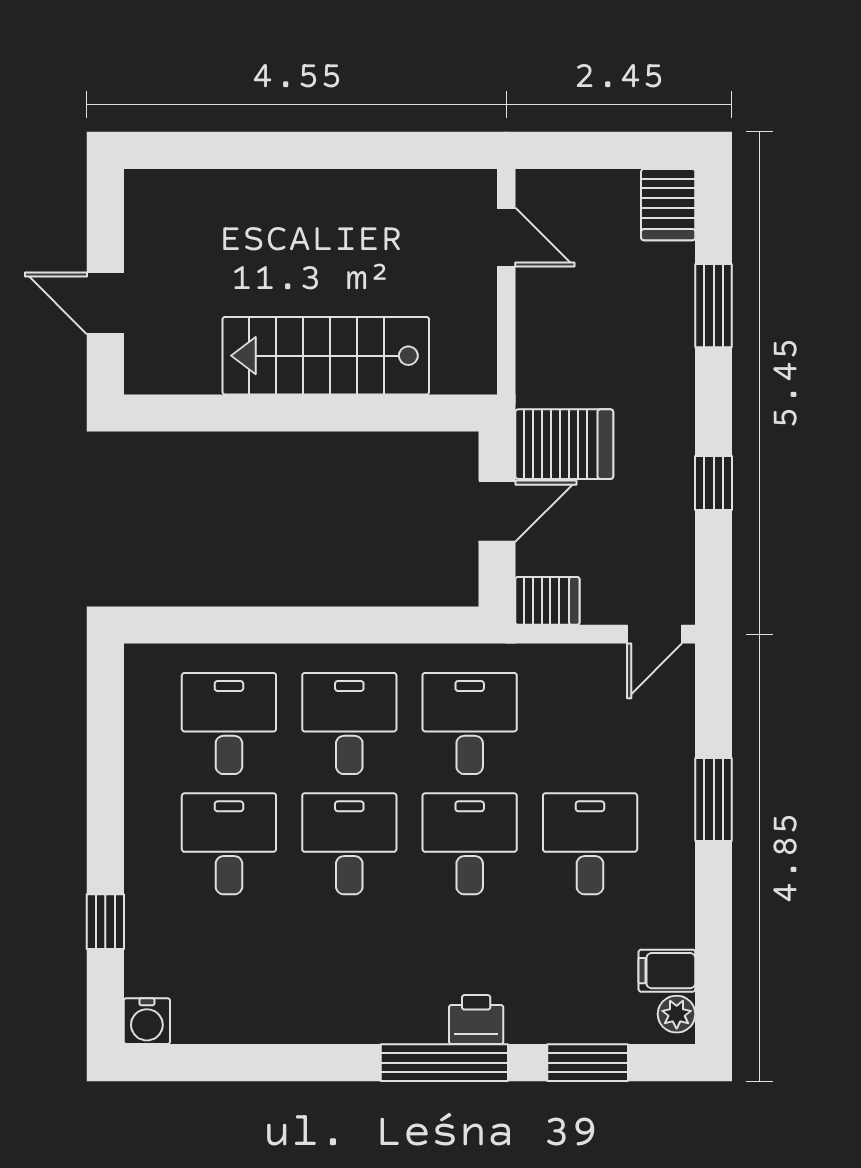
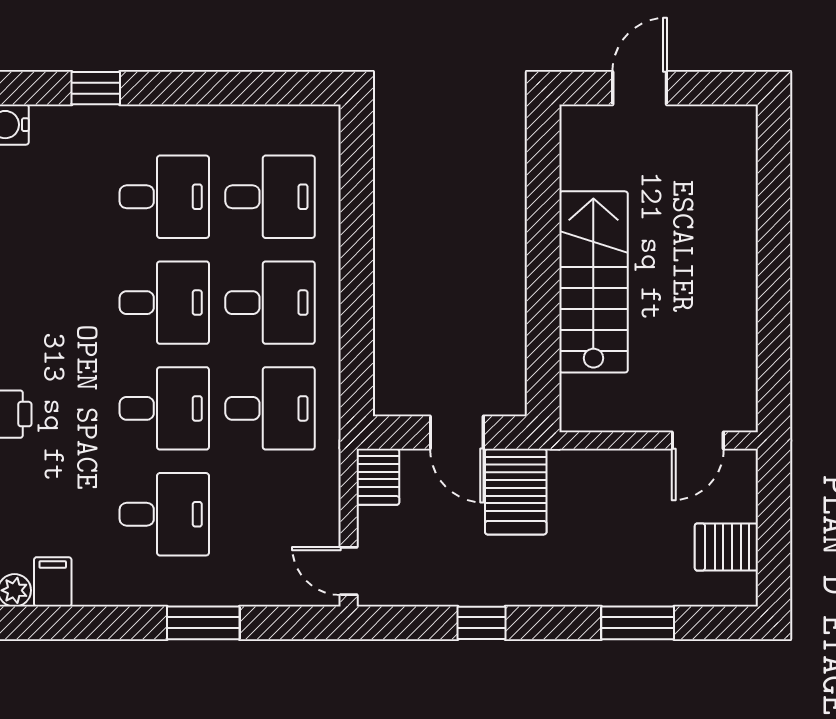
server rack: (668, 205) -> (726, 547), moved

